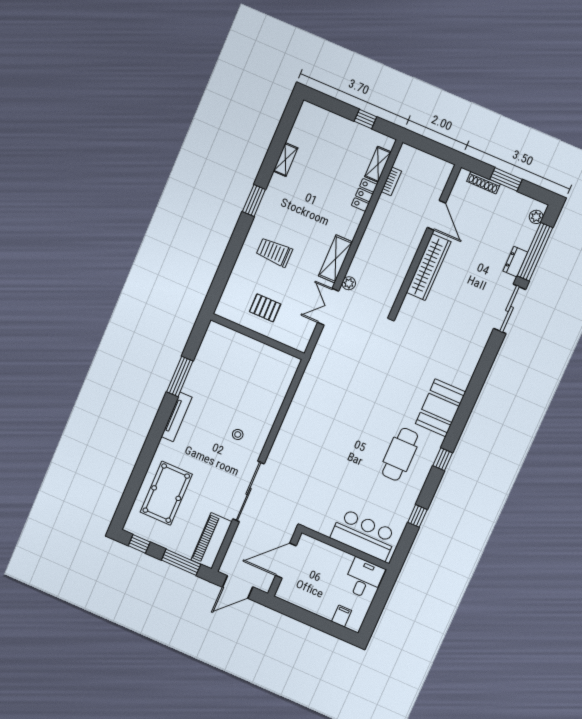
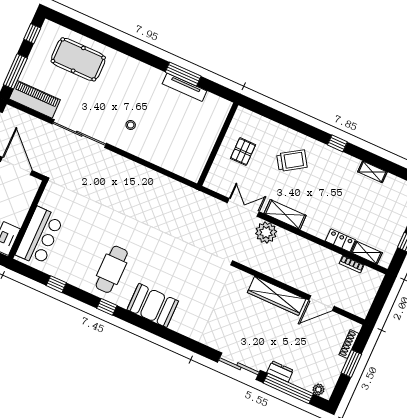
window: (254, 201) -> (337, 143), width x0.67
trolley: (274, 252) -> (292, 161), turned 57
plant: (349, 283) -> (266, 233), width x1.88, depth x1.88
tv unit: (177, 417) -> (185, 87), moved
cafe table: (400, 454) -> (112, 269), turned 90

